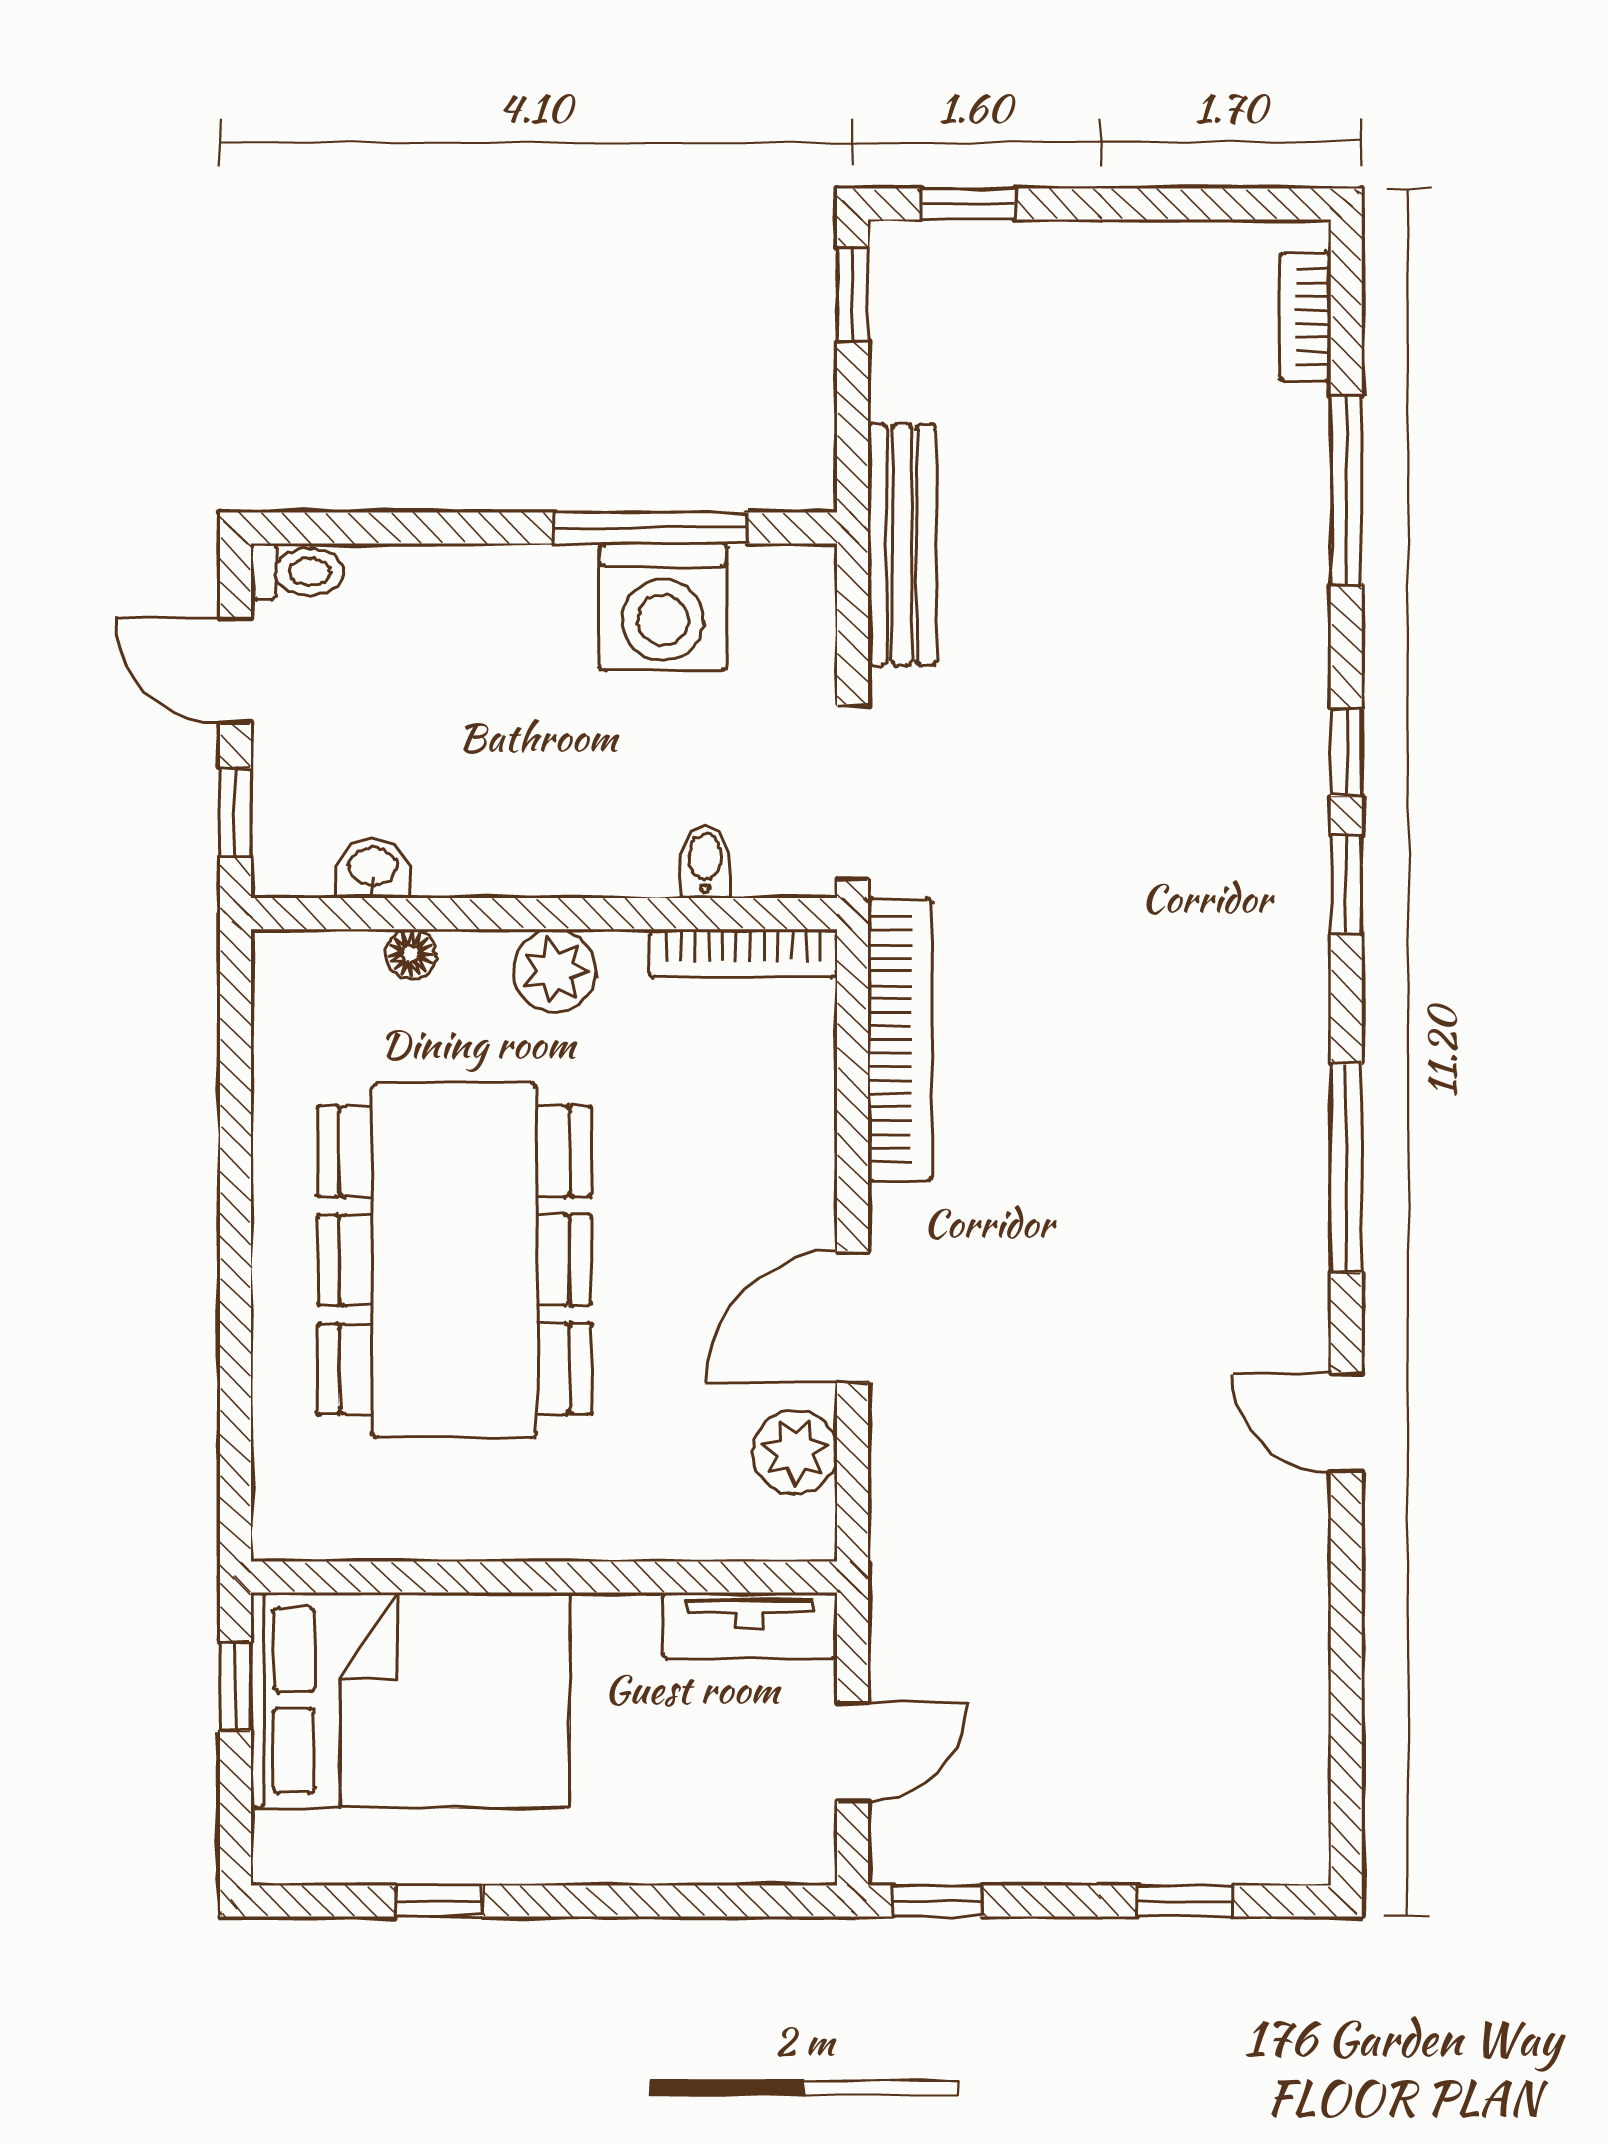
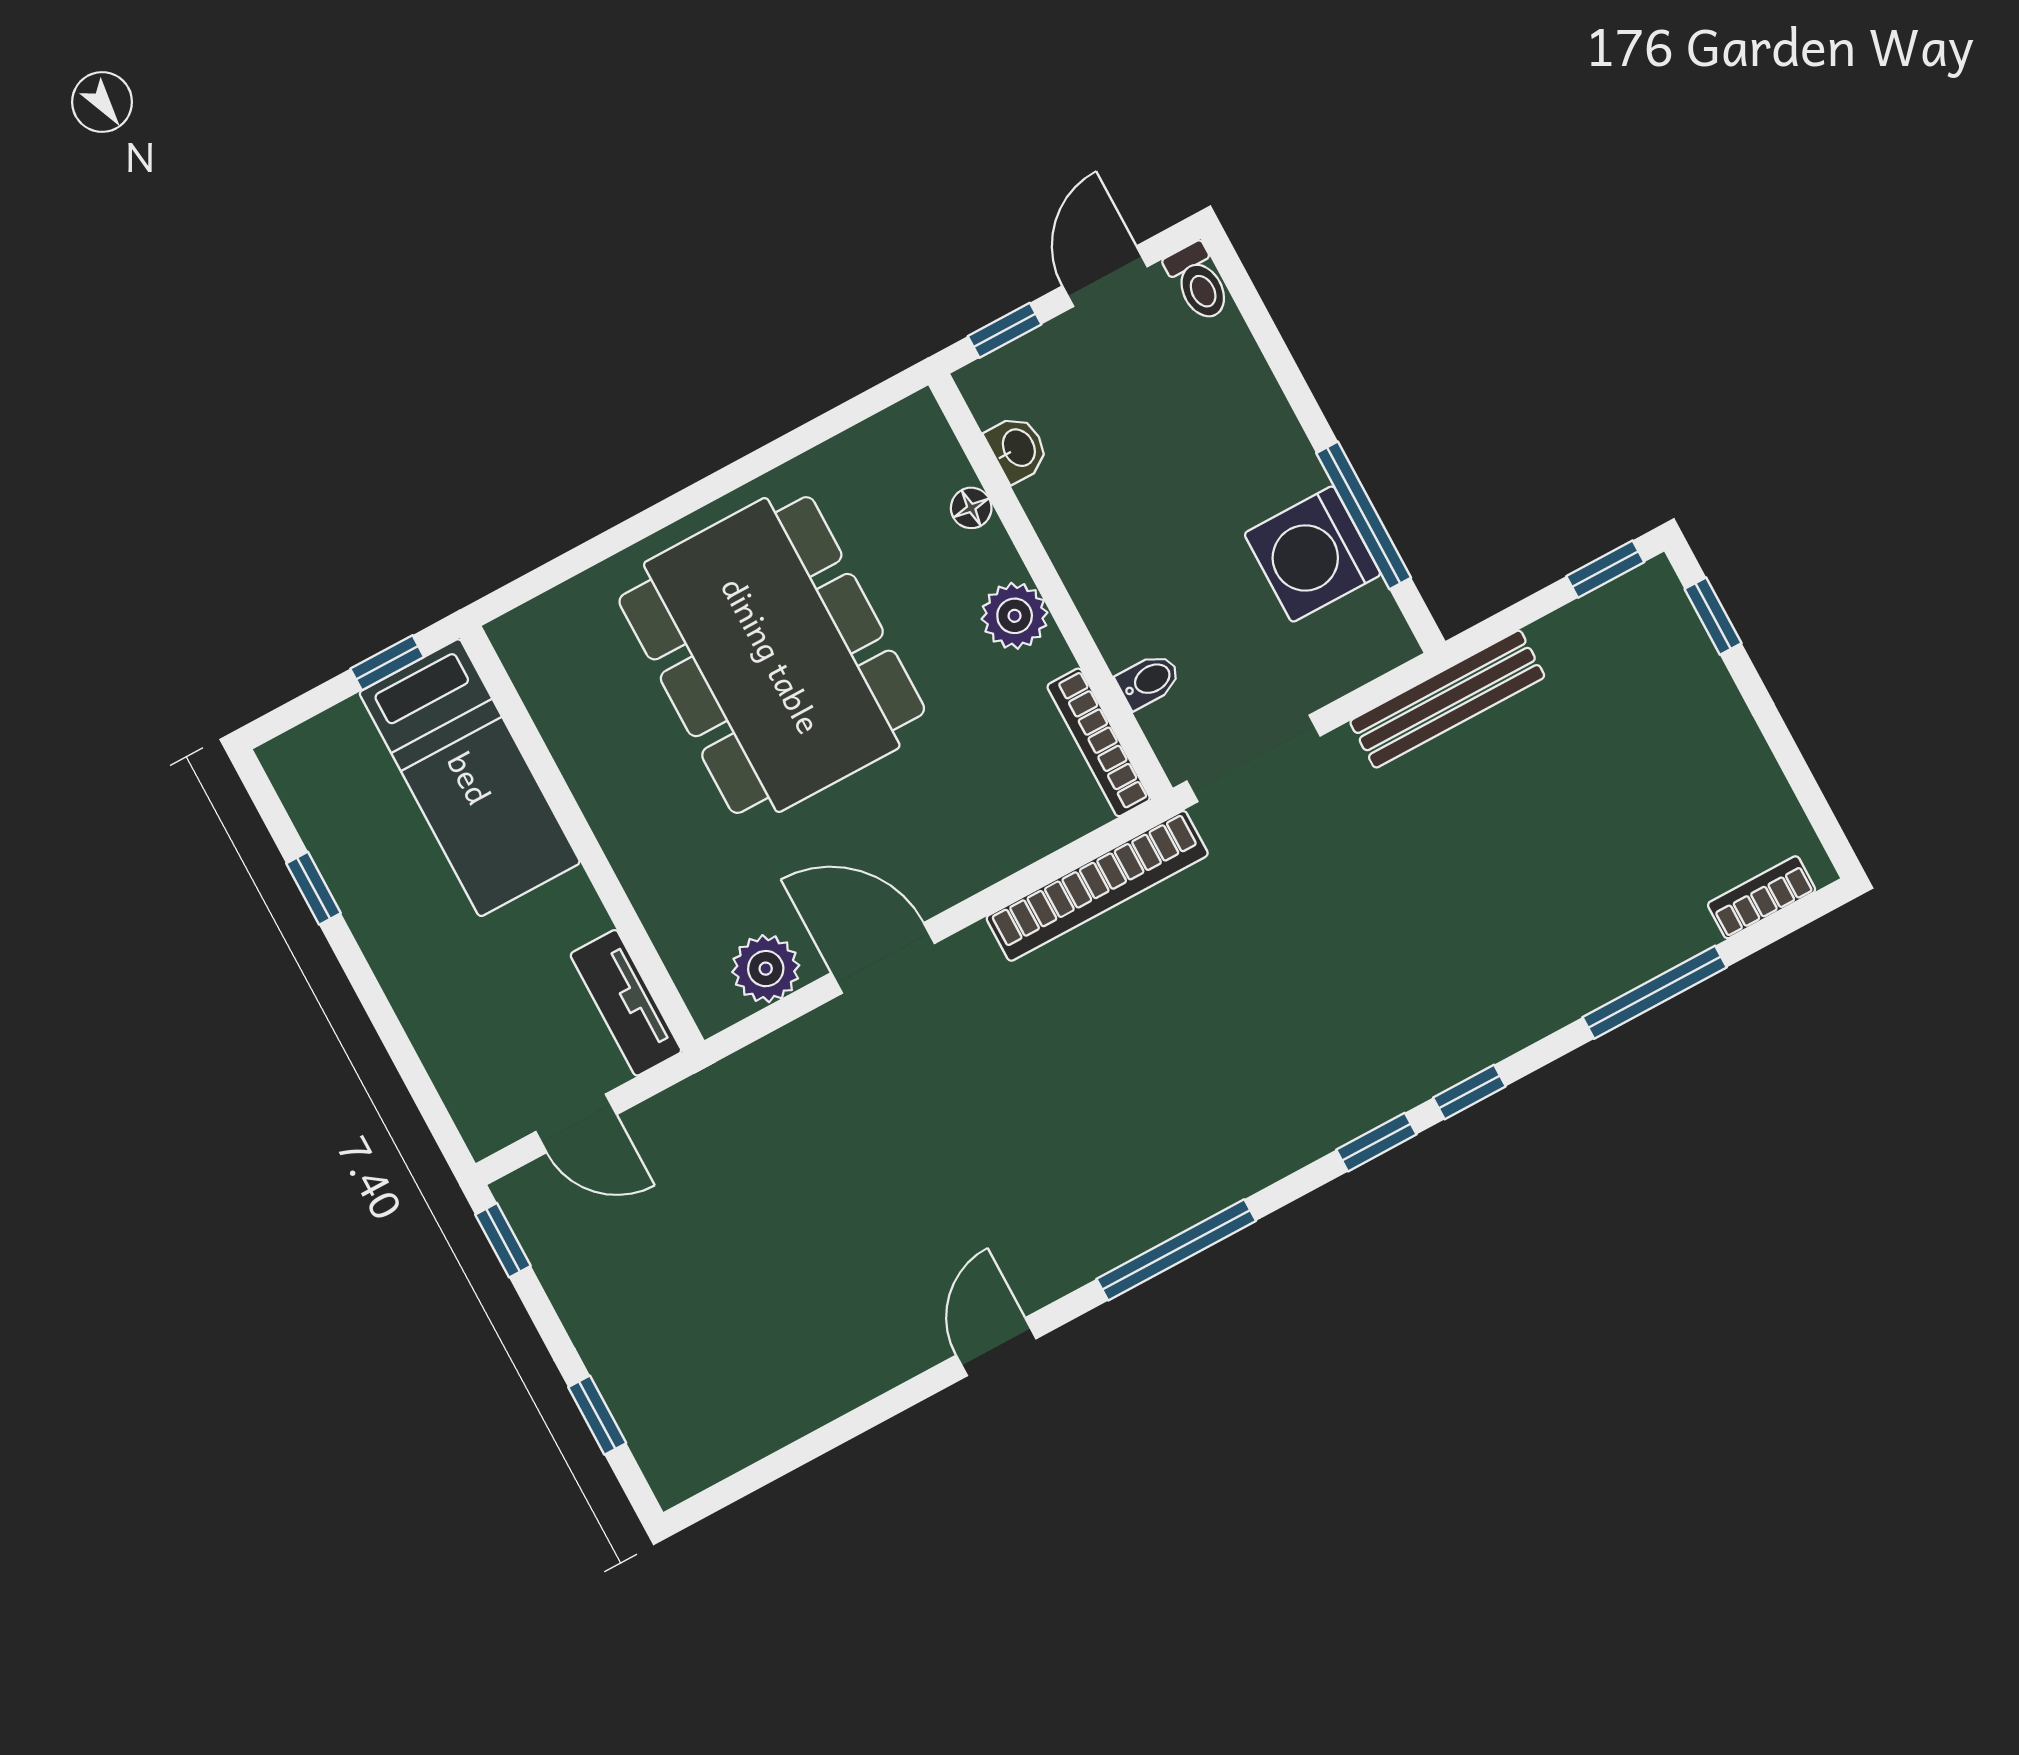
dining table: (454, 1260) -> (772, 655), turned 90
bed: (410, 1700) -> (470, 778), width x0.67

